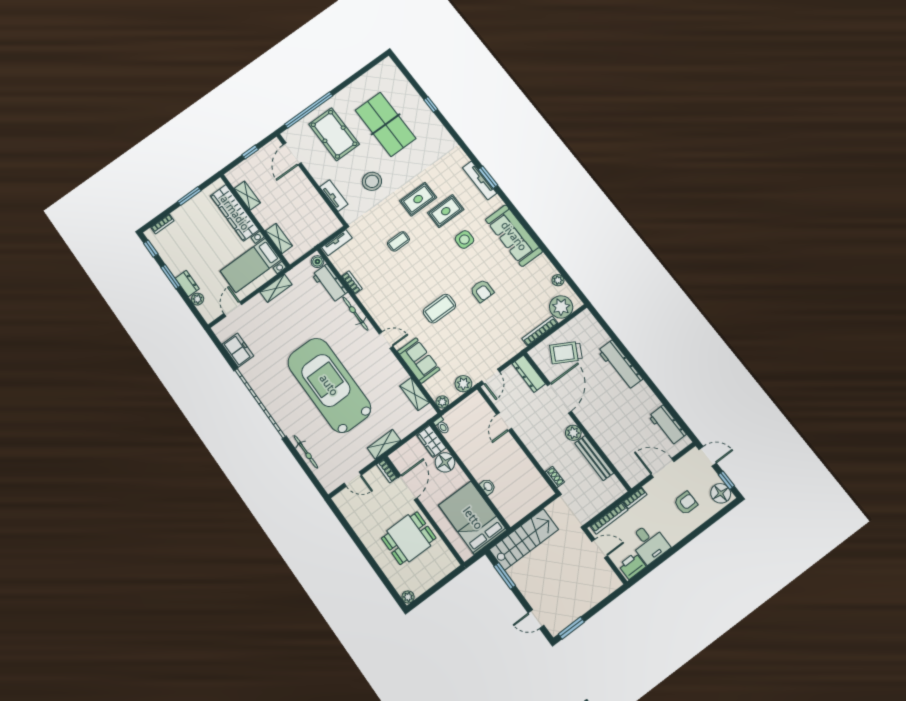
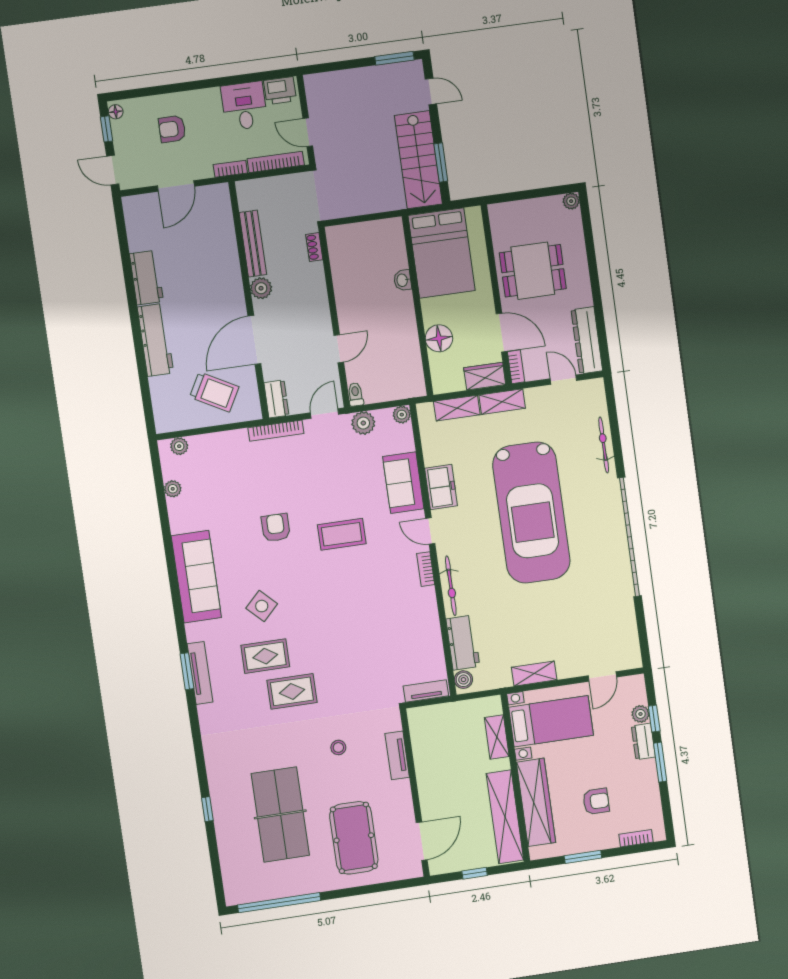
window: (309, 110) -> (279, 903), moved
stool: (372, 181) -> (338, 747), width x0.53, depth x0.53
shelving: (247, 196) -> (505, 817), width x2.20, depth x1.33
armchair: (198, 233) -> (596, 801), added
side table: (464, 239) -> (262, 606), turned 45
coffee table: (398, 241) -> (347, 650), removed
window: (151, 249) -> (654, 719), moved
bookcase: (352, 282) -> (426, 569), moved
plant: (561, 307) -> (179, 446), width x0.53, depth x0.53
bookcase: (540, 331) -> (276, 431), moved
freezer: (238, 350) -> (441, 487), moved, turned 180
dresser: (529, 374) -> (276, 399), width x0.70
shelving: (415, 394) -> (457, 408), moved, turned 90
workbench: (667, 425) -> (146, 278), moved
toilet: (442, 426) -> (355, 394), moved
wardrobe: (431, 441) -> (485, 376), moved, turned -90
door: (663, 468) -> (176, 186), hinge flipped
door: (407, 488) -> (502, 333), swing flipped
floor lamp: (721, 493) -> (116, 112), width x0.53, depth x0.53
dresser: (351, 512) -> (587, 340), added
stairs: (524, 540) -> (418, 160), moved, turned -90

